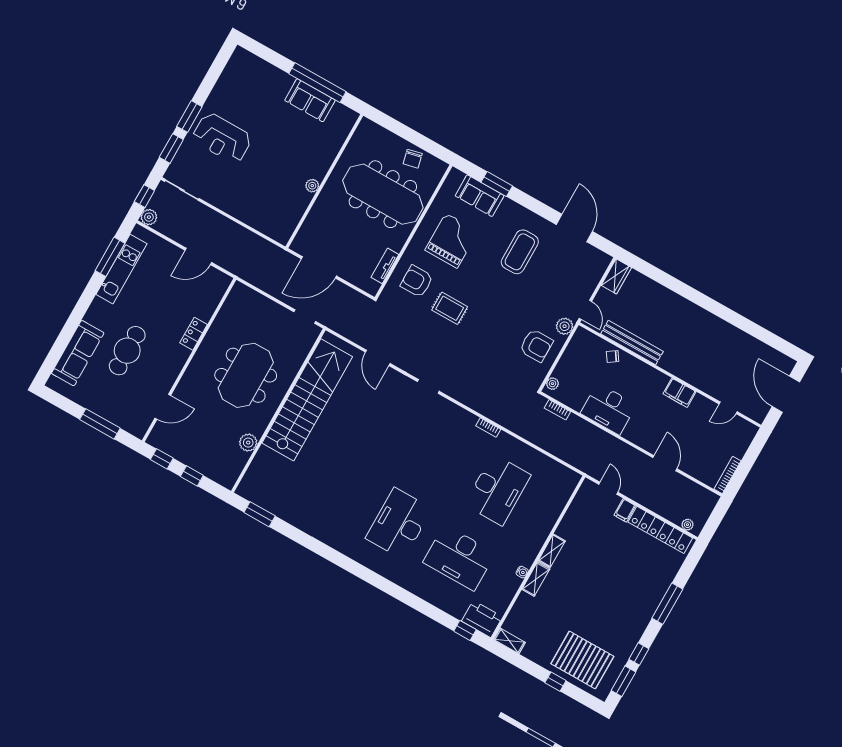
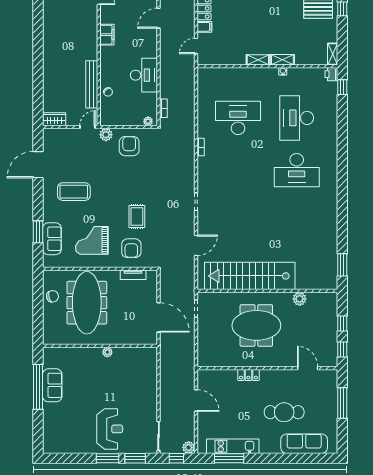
desk: (459, 558) -> (297, 118), turned 180
printer: (482, 619) -> (331, 74), width x0.53, depth x0.68

